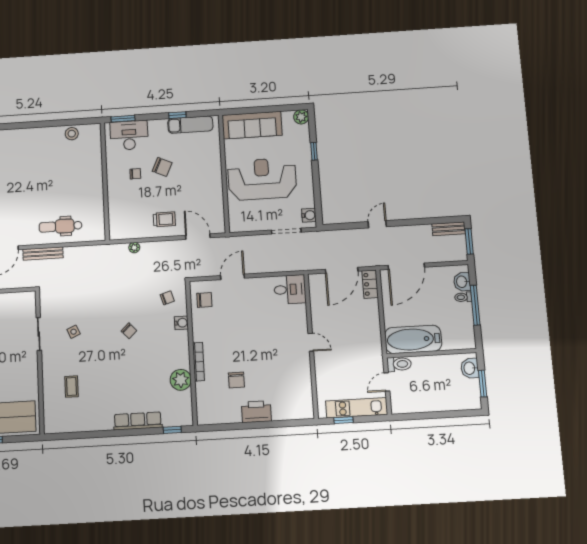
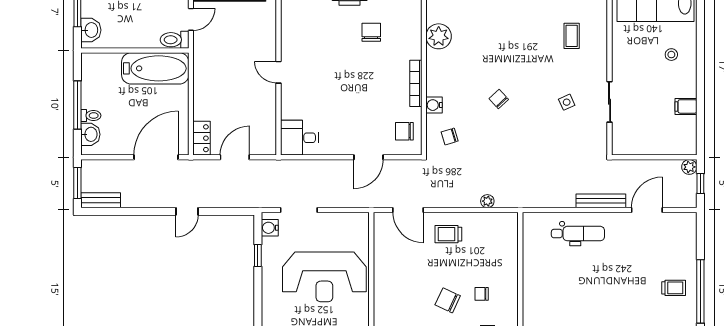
window: (314, 151) -> (258, 256), moved
door: (342, 270) -> (235, 157), width x0.73
bookcase: (199, 362) -> (416, 83), moved

